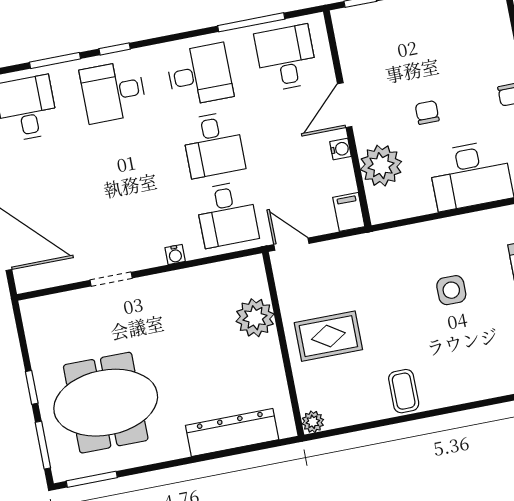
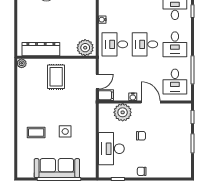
desk: (286, 58) -> (175, 82), turned 90
door: (291, 244) -> (97, 82), moved
plant: (255, 318) -> (85, 48), moved
coffee table: (404, 391) -> (36, 133), moved
dresser: (232, 432) -> (41, 49), moved, turned -90

